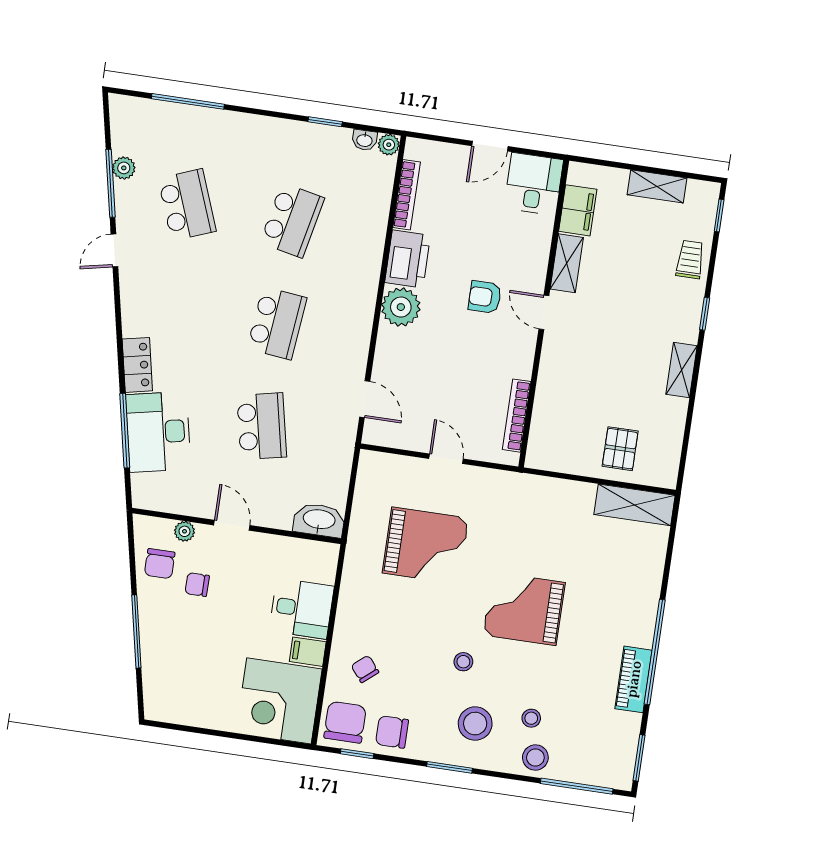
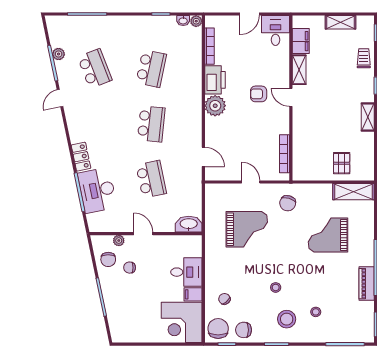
chair: (509, 508) -> (288, 203), added
grand piano: (524, 609) -> (328, 235), moved
stool: (535, 758) -> (321, 332), removed

